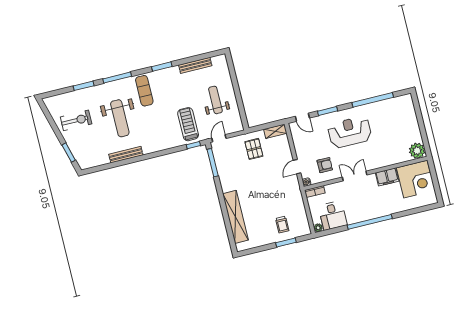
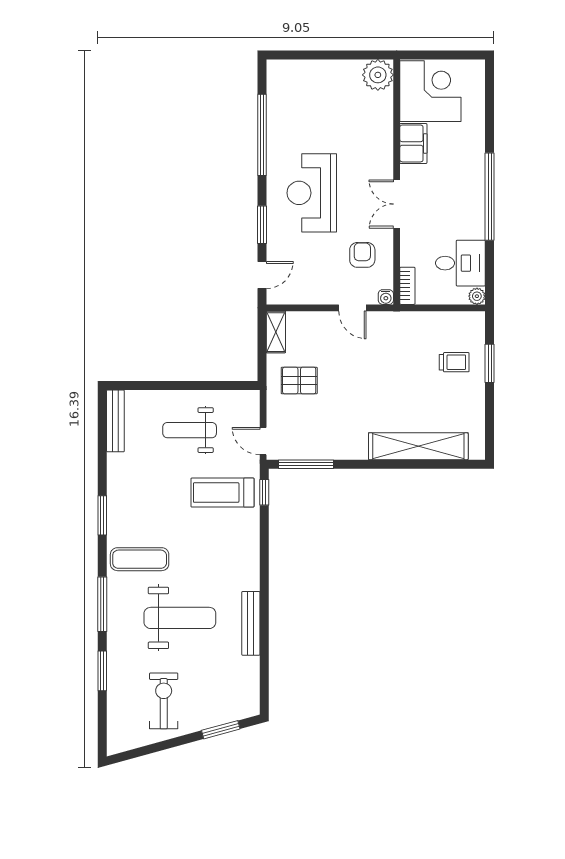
bench: (195, 65) -> (115, 421), moved

